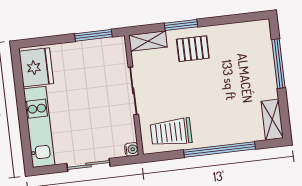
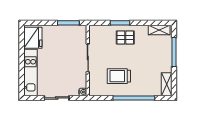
shelving: (148, 41) -> (159, 30), moved
trolley: (171, 132) -> (119, 76), moved

